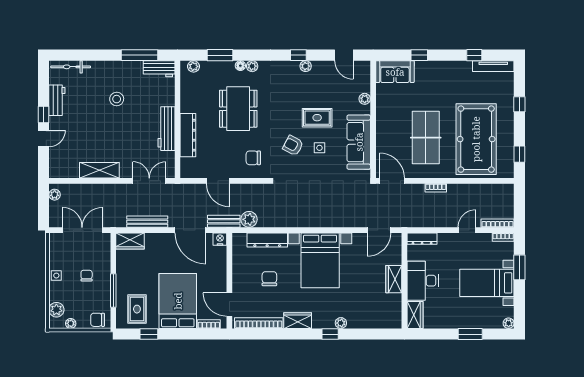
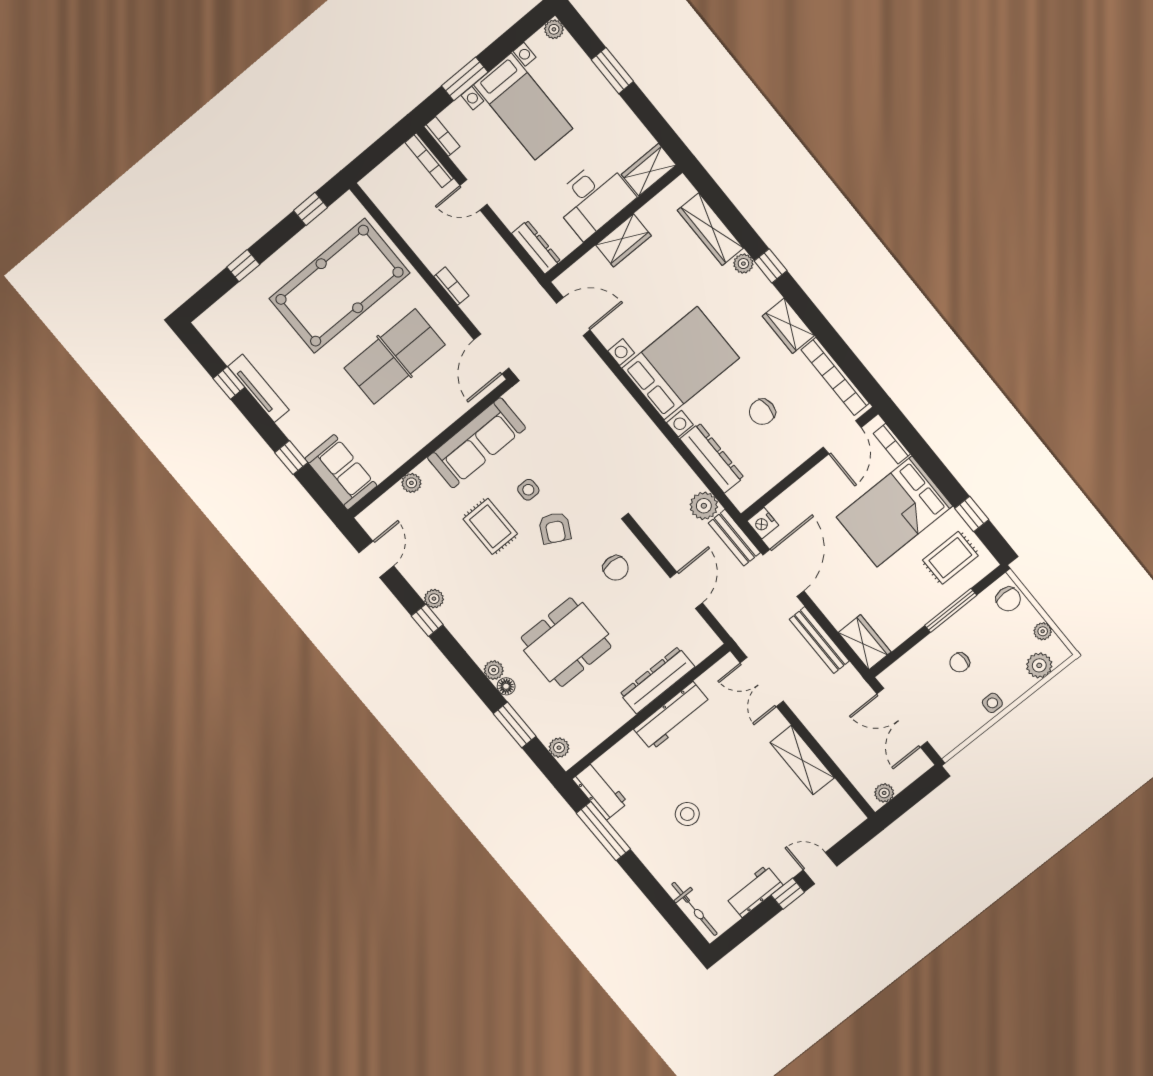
tv unit: (493, 66) -> (259, 388), moved
wardrobe: (368, 321) -> (710, 229), added

